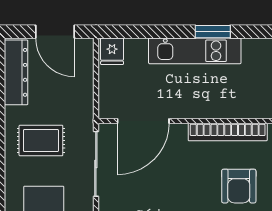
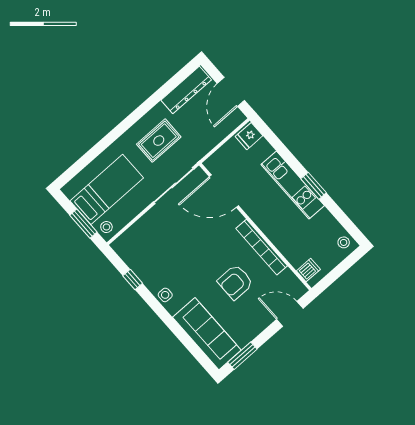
rug: (41, 140) -> (159, 141), turned 90

